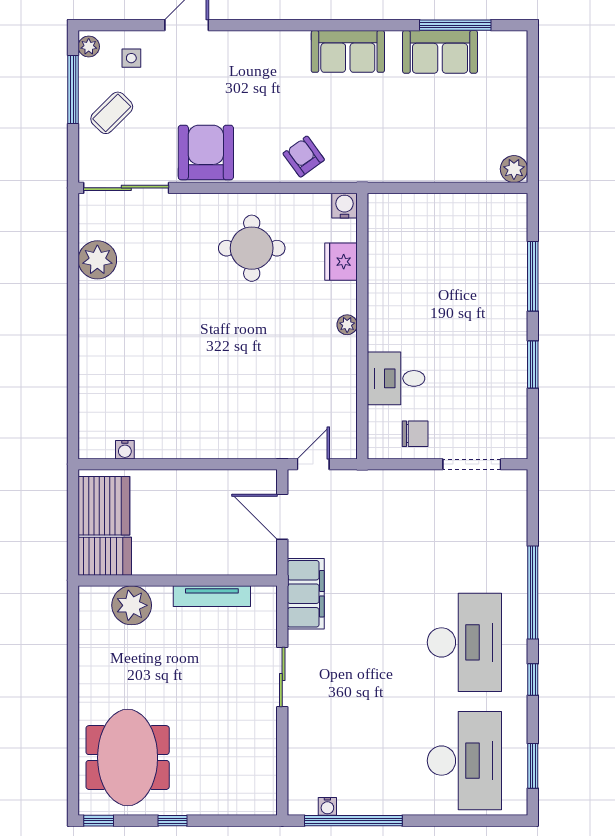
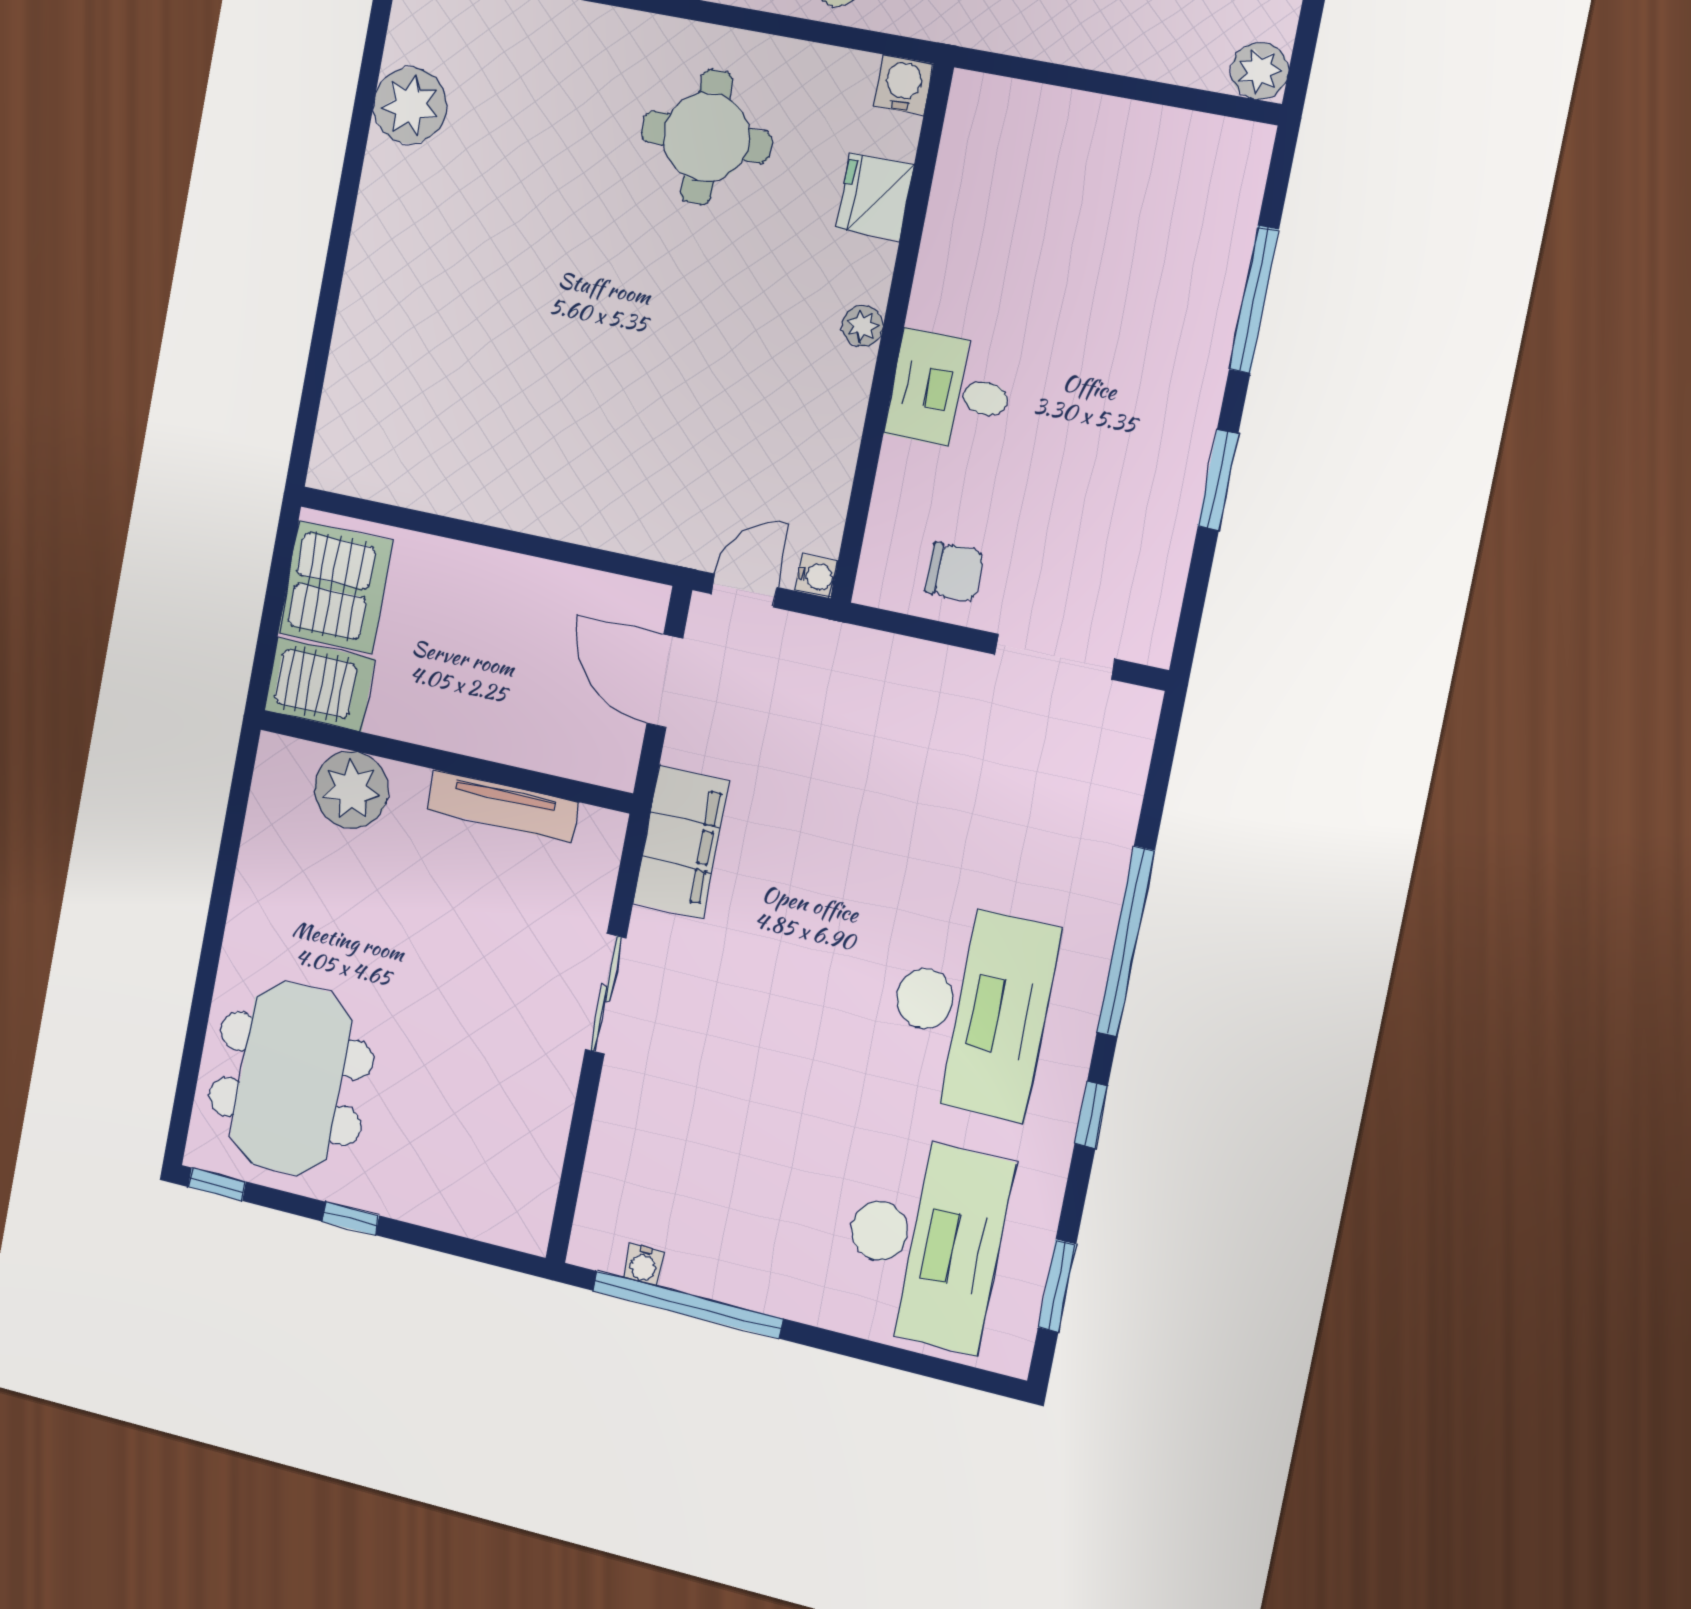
desk: (396, 378) -> (950, 391), moved
water cooler: (125, 450) -> (816, 576), moved, turned -90

